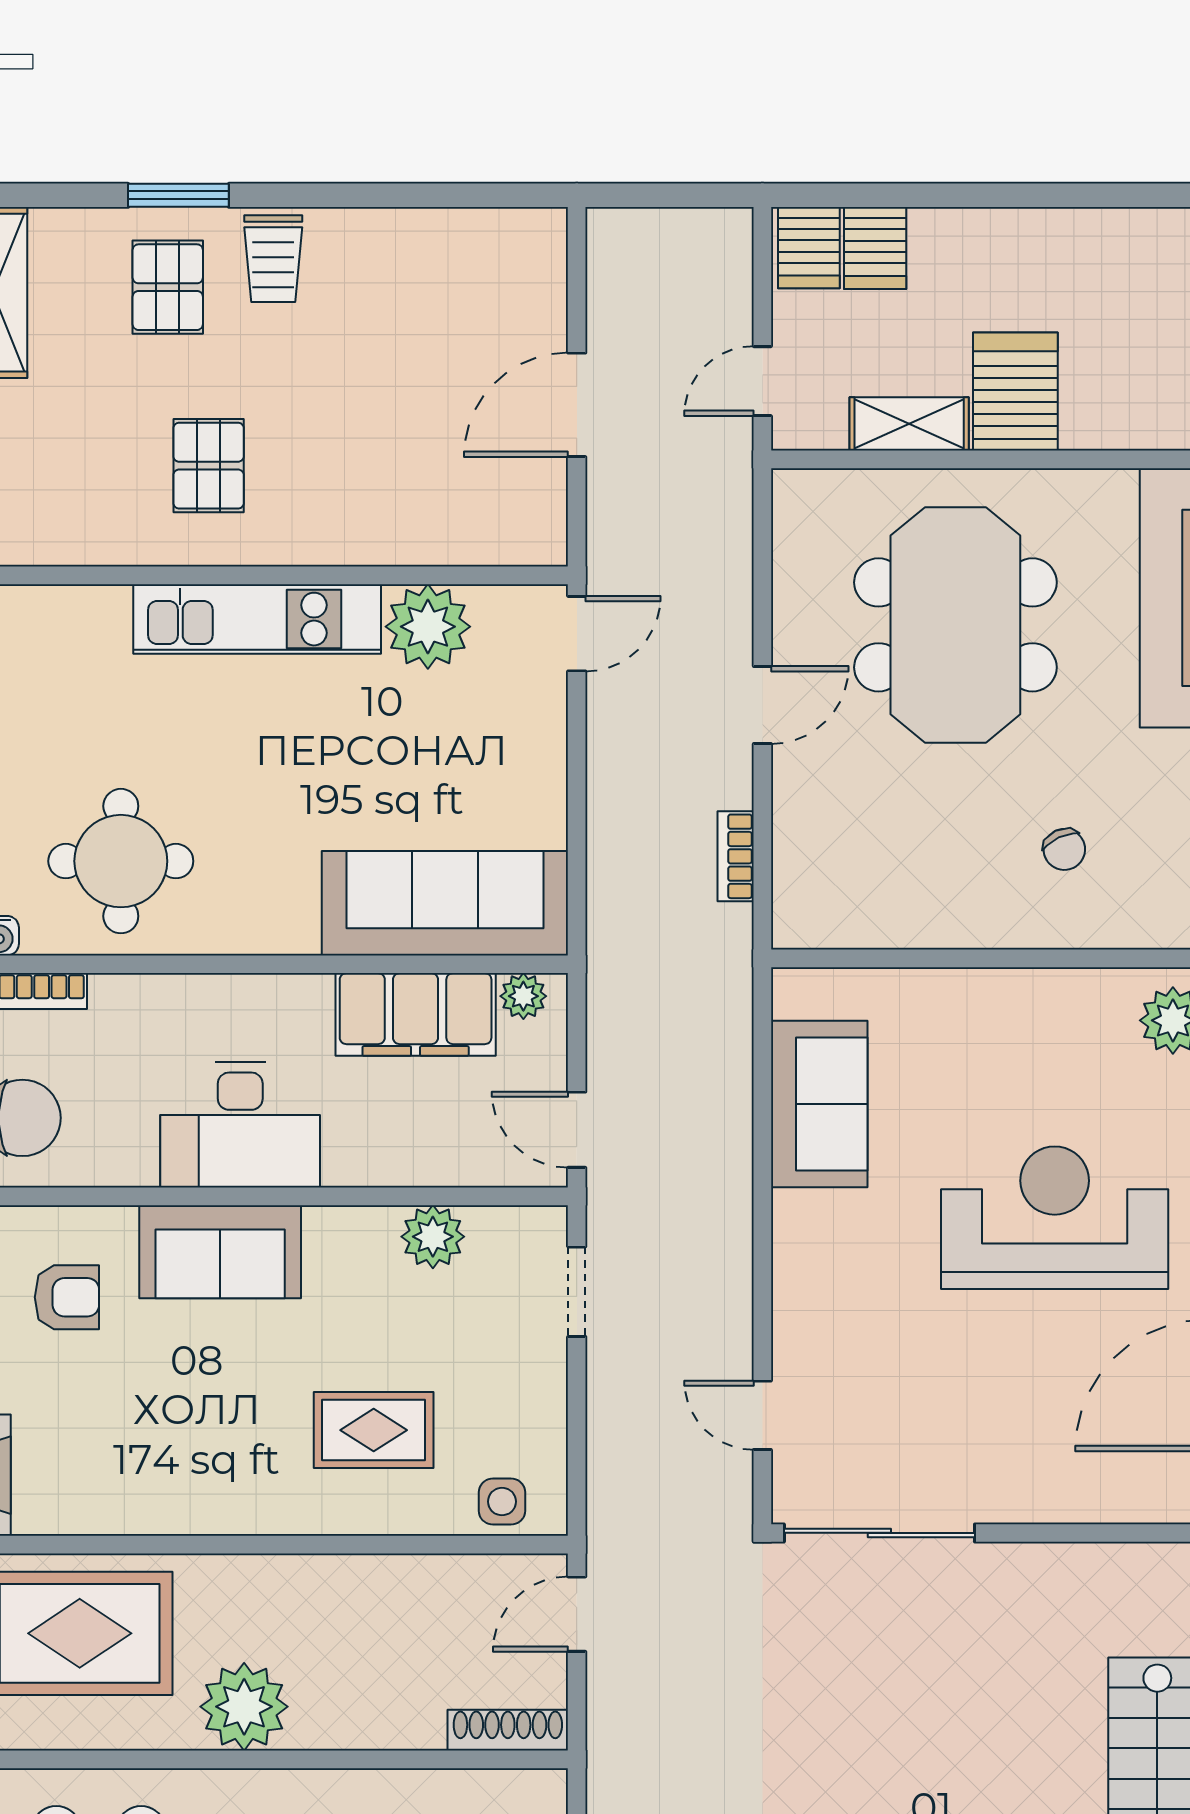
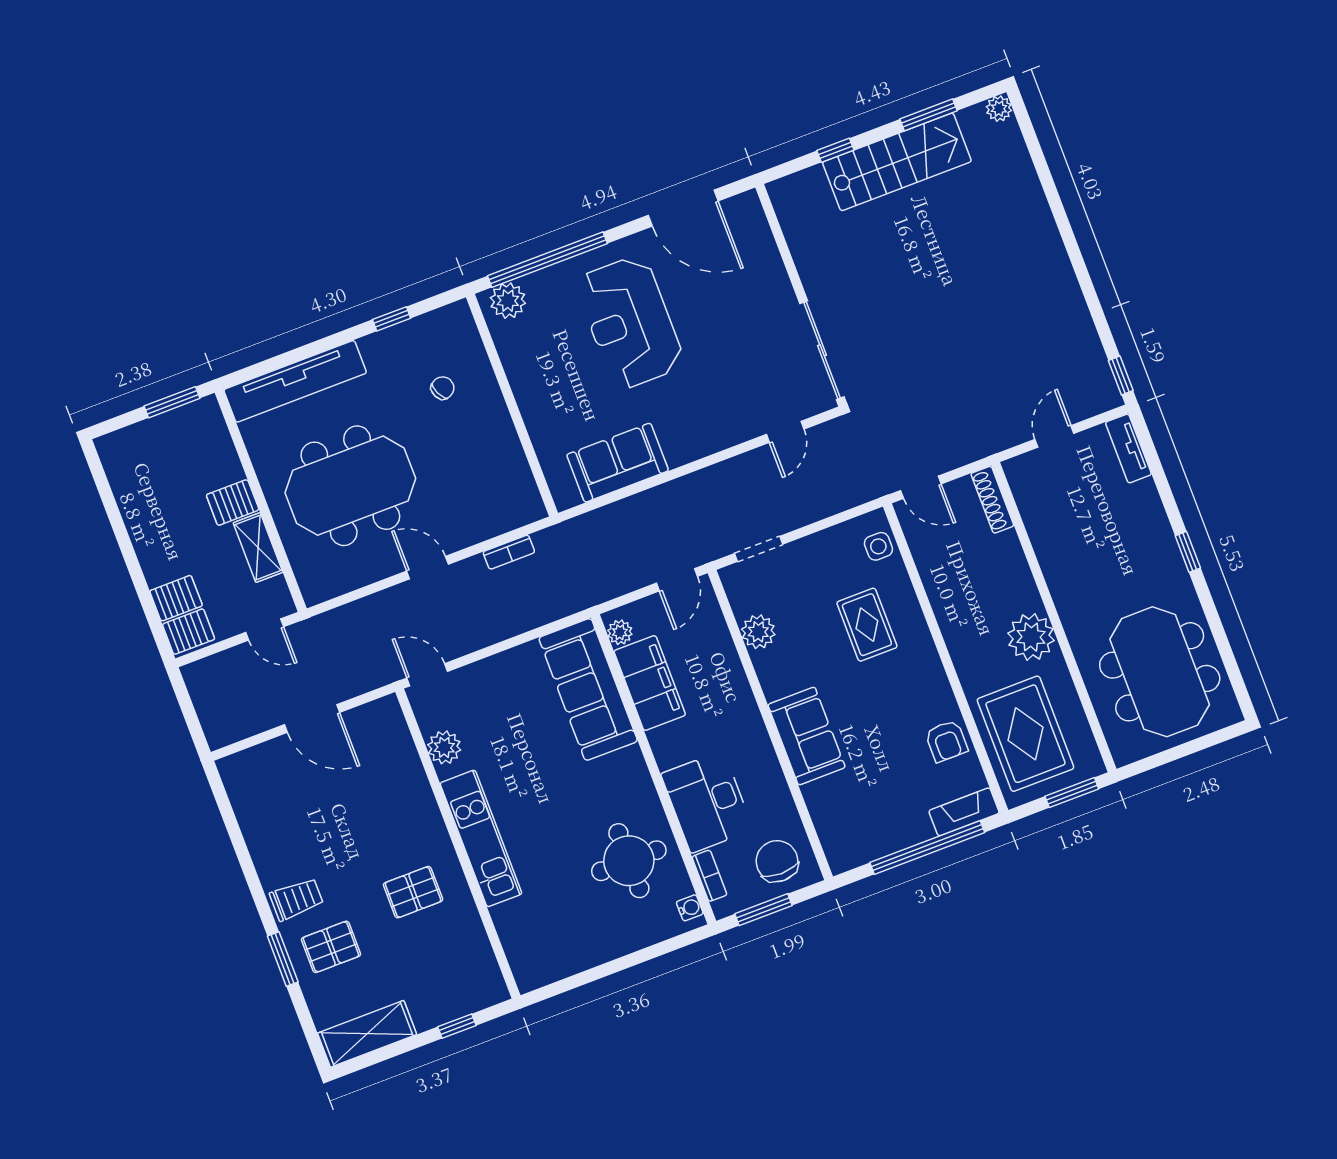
server rack: (1015, 392) -> (233, 502), width x0.73, depth x0.70
plant: (428, 627) -> (444, 747), width x0.73, depth x0.73
desk: (240, 1125) -> (707, 802), moved, turned 180
armchair: (67, 1297) -> (946, 741), moved, turned 180

